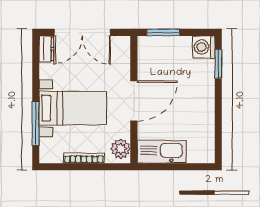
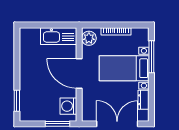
washing machine: (204, 47) -> (68, 106), moved, turned 180
dresser: (46, 49) -> (144, 100), moved
door: (134, 101) -> (79, 73), hinge flipped

